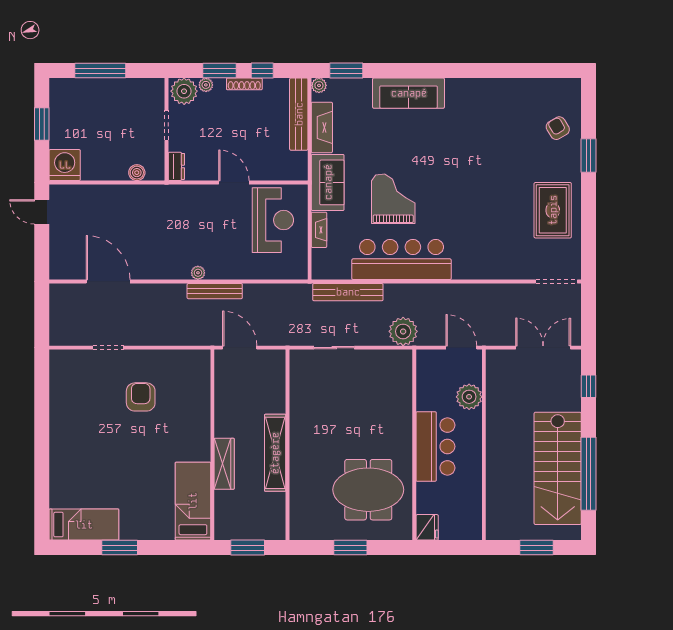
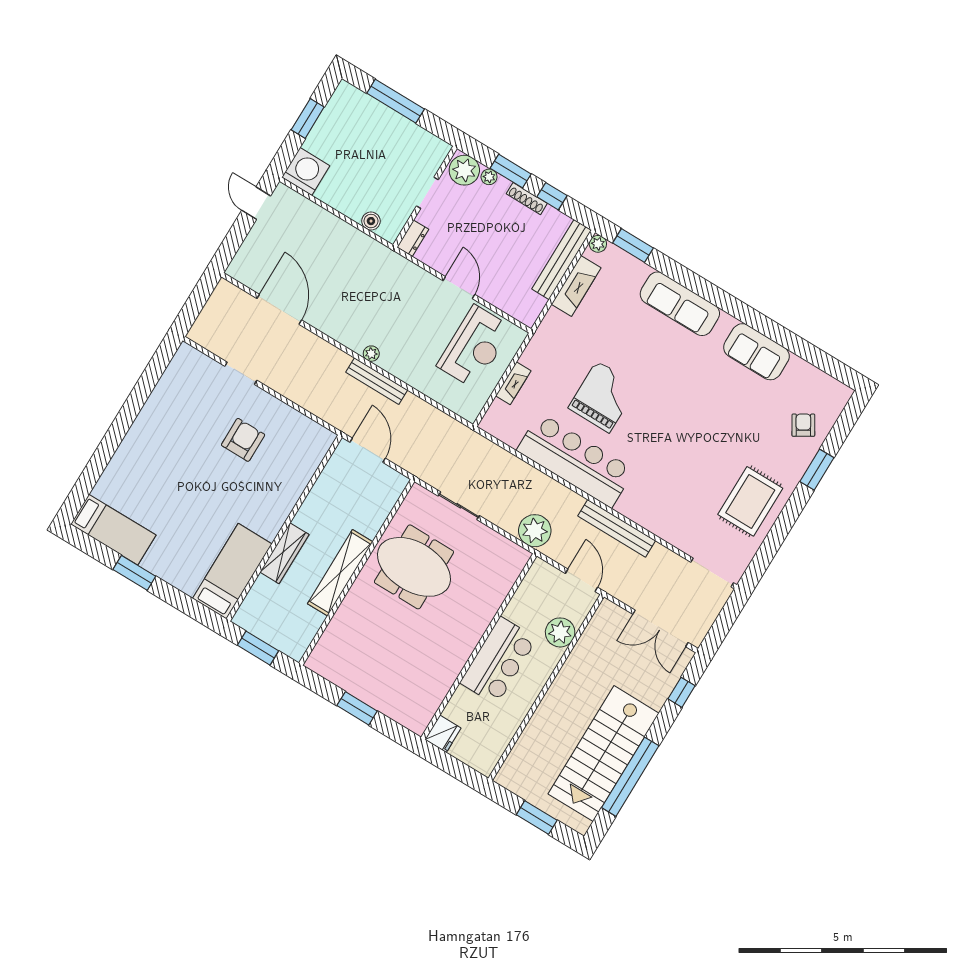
sofa: (328, 182) -> (756, 352), moved, turned 90
bench: (348, 292) -> (617, 528), moved
double door: (543, 348) -> (660, 628), swing flipped
meeting table: (368, 490) -> (414, 567), moved

